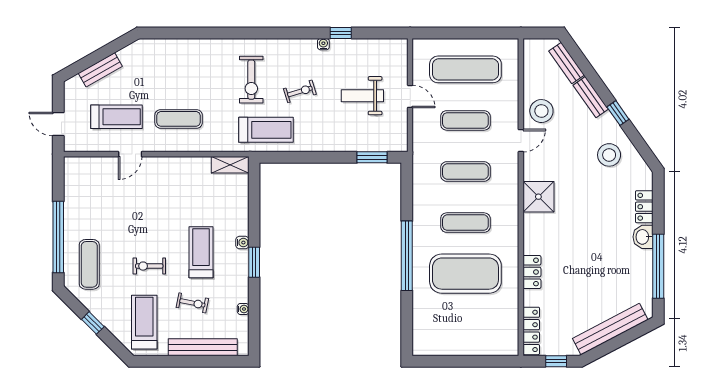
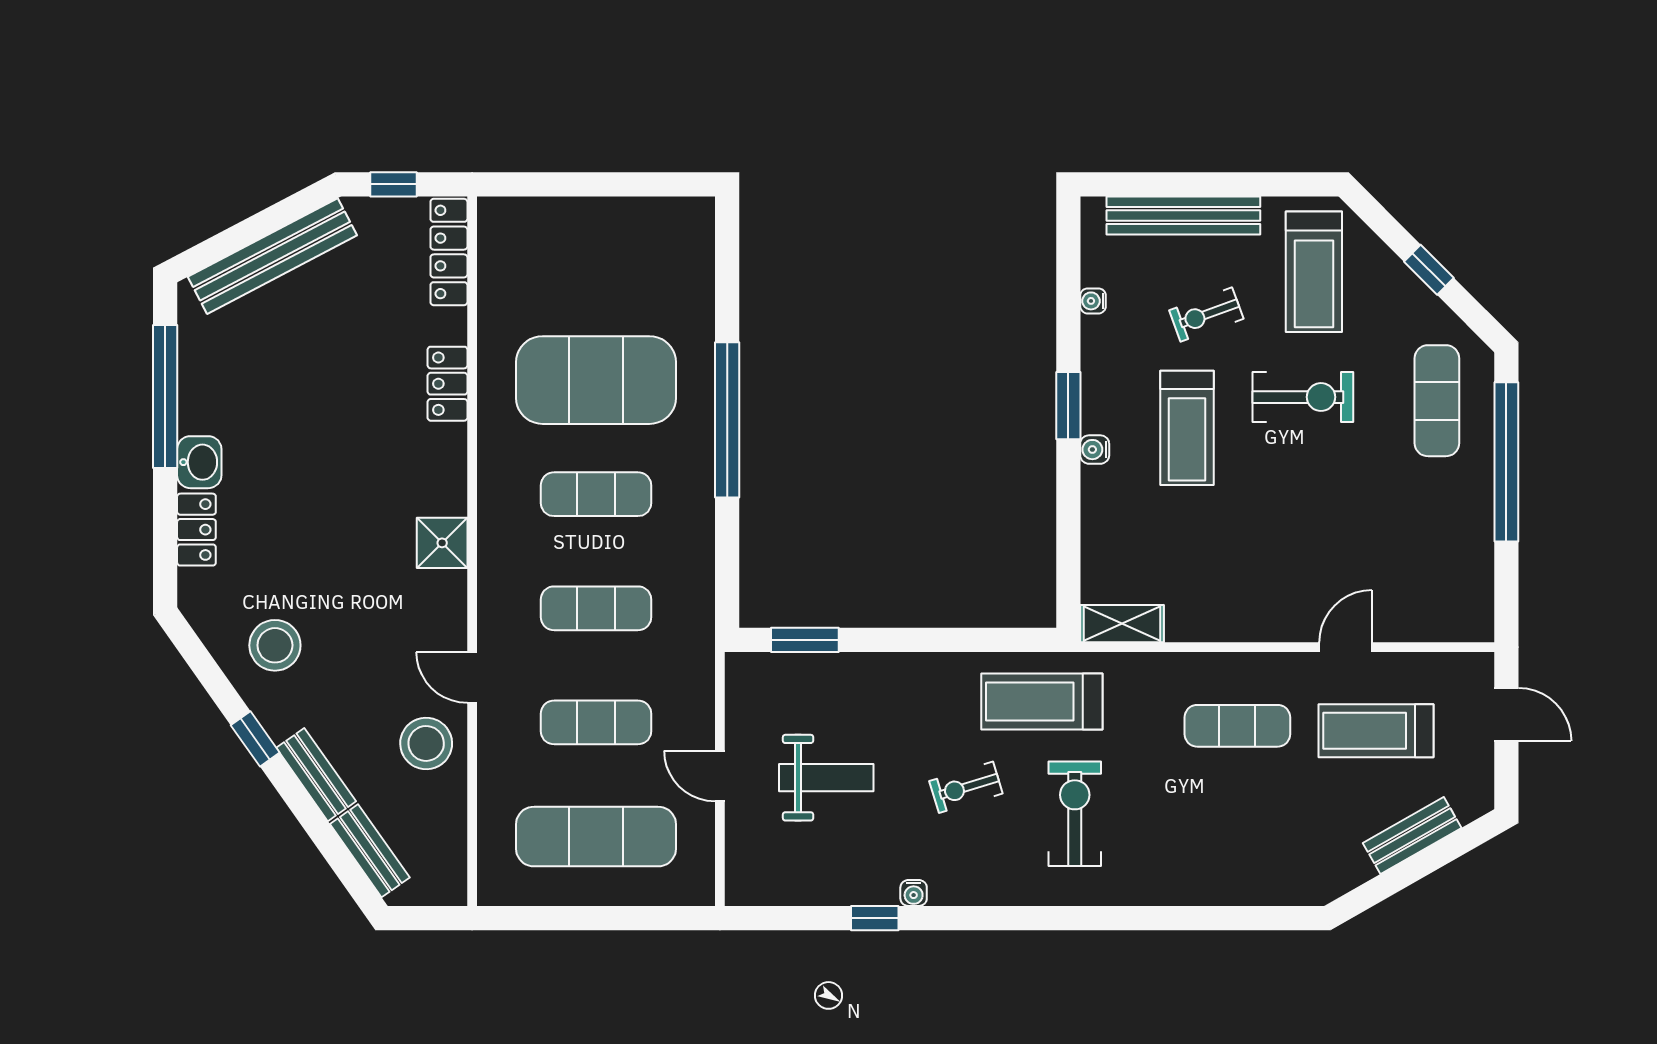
door: (521, 141) -> (472, 678), hinge flipped
shower: (538, 197) -> (442, 543), width x0.73, depth x0.73
exercise bike: (149, 266) -> (1303, 397), width x1.38, depth x1.39
exercise bike: (192, 303) -> (1206, 314), turned -31

